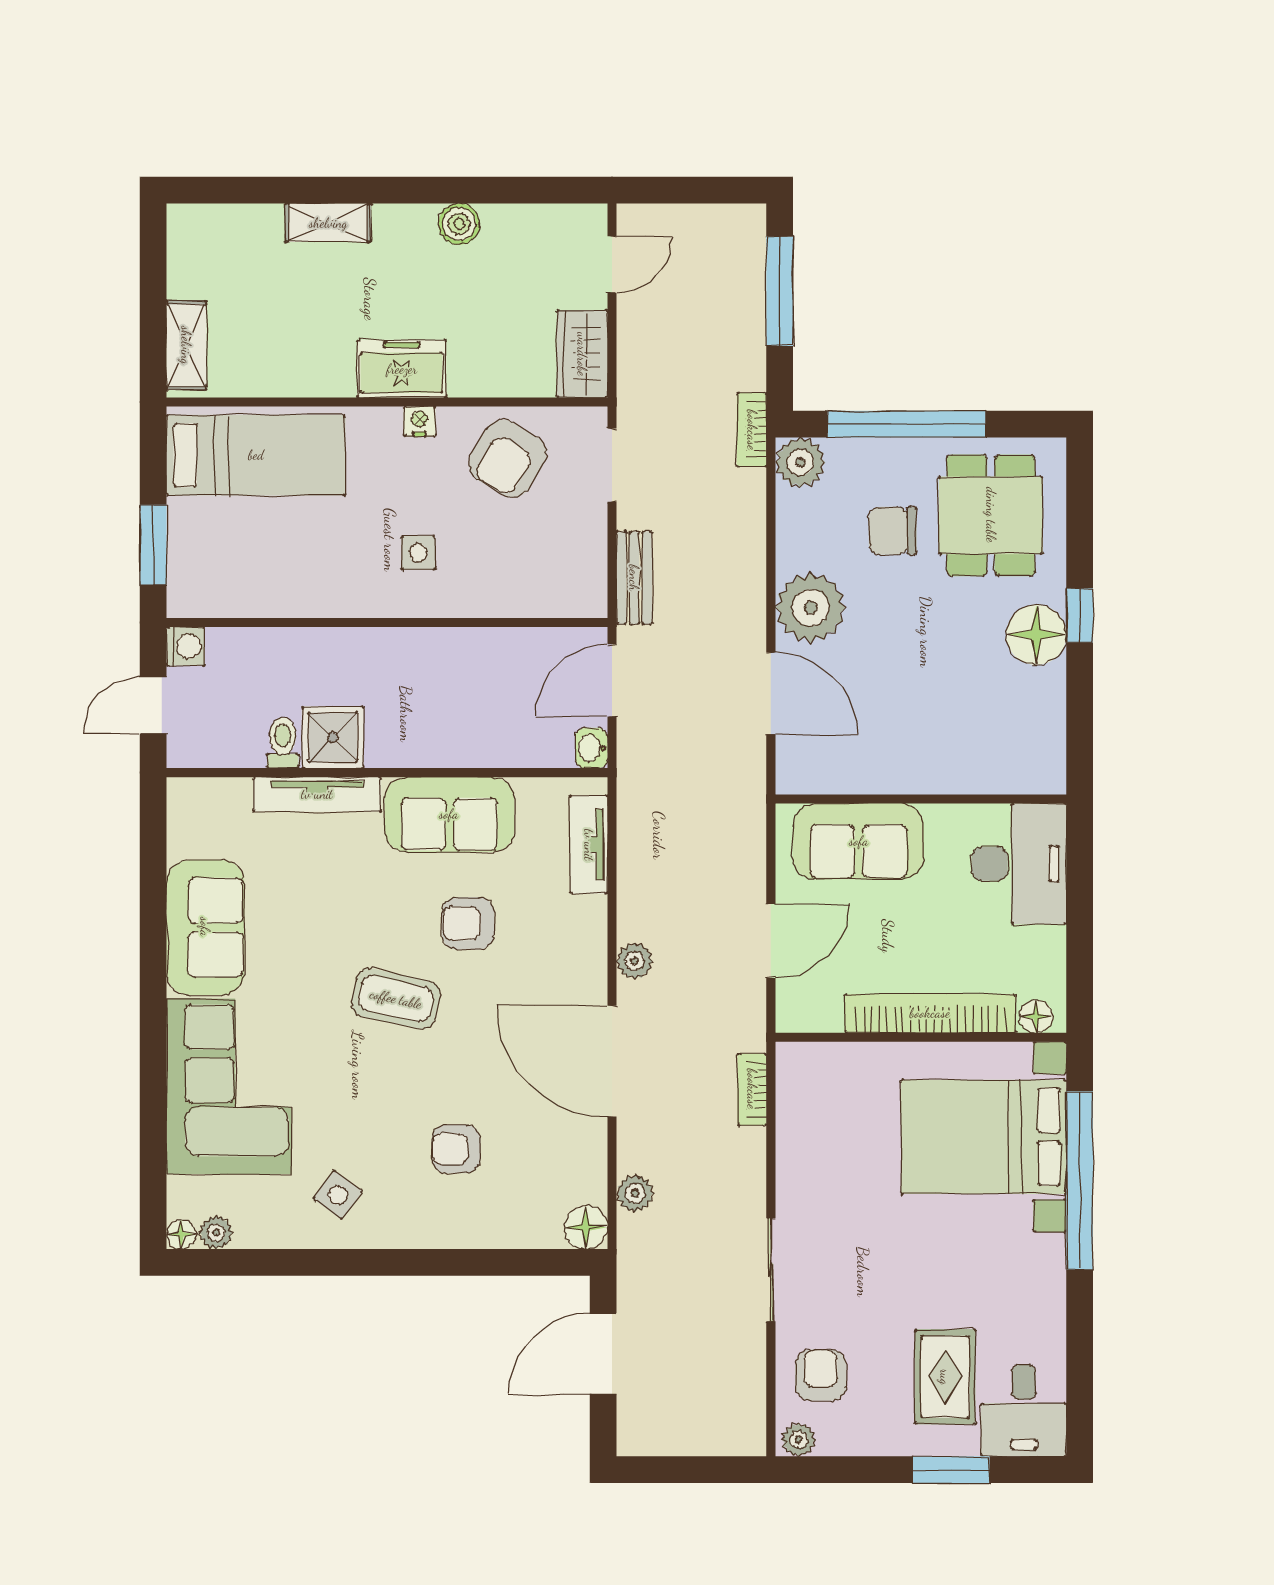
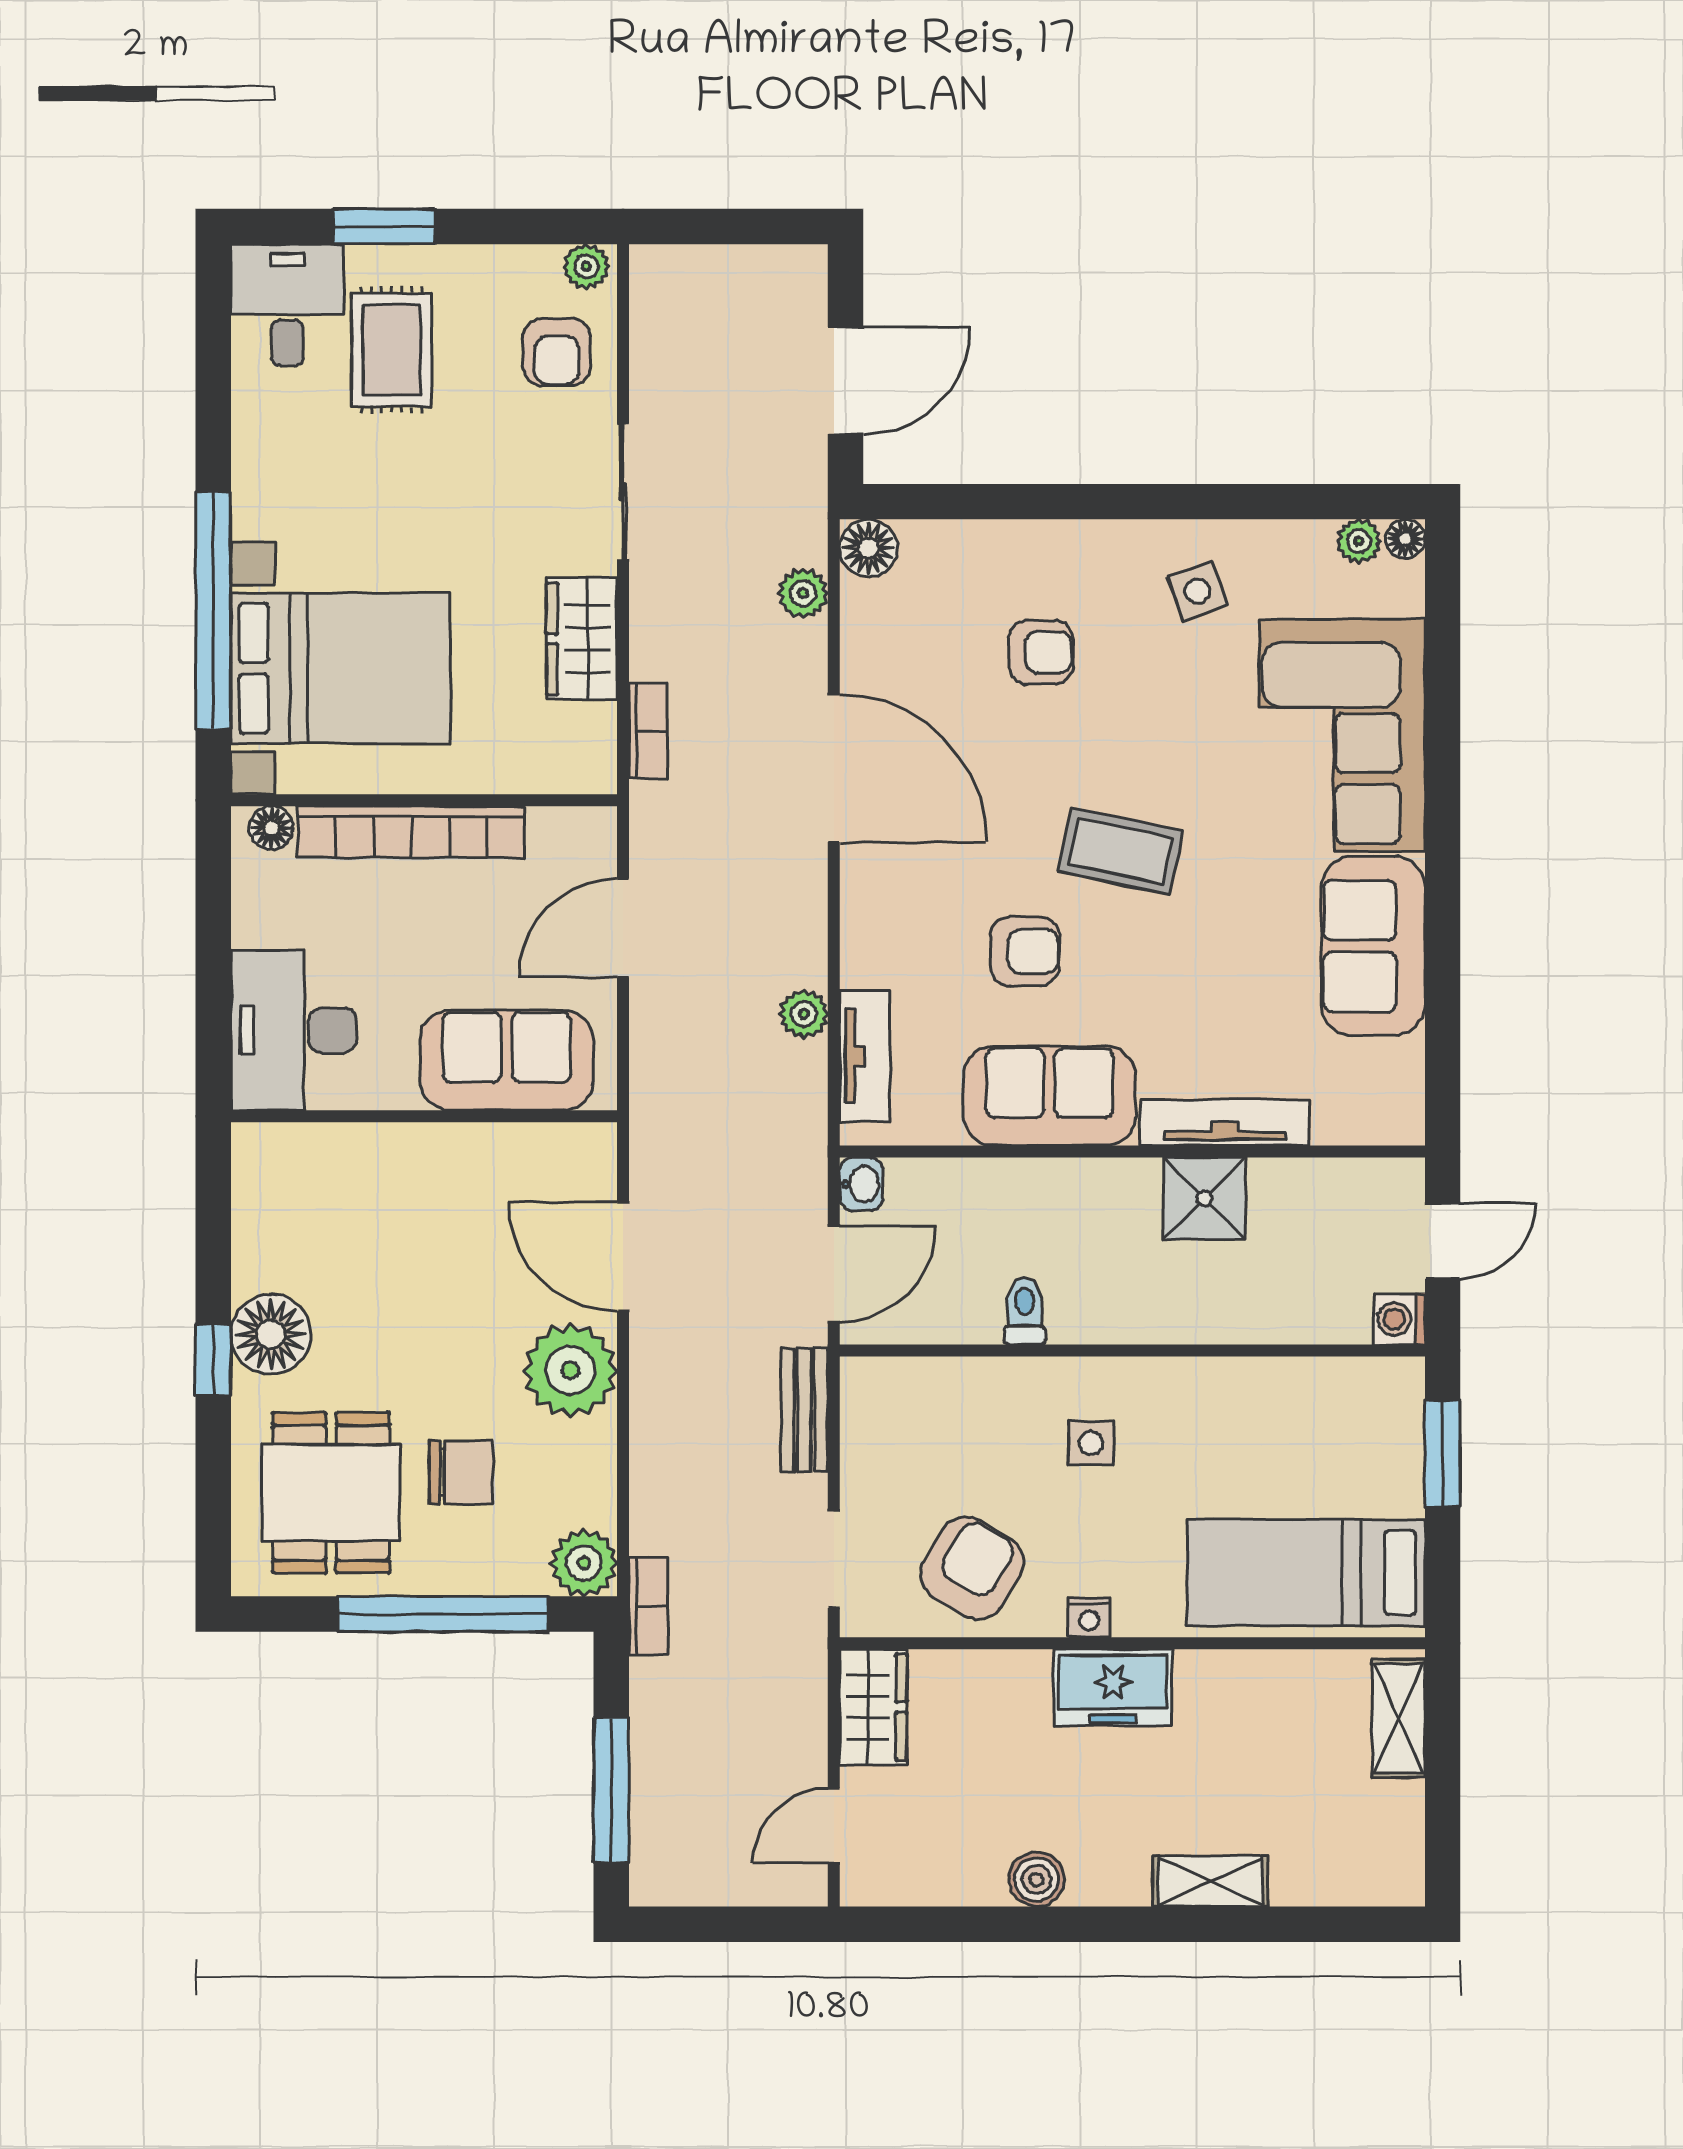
toilet: (283, 743) -> (1025, 1311), moved, turned 180
plant: (635, 961) -> (804, 1014), moved
wardrobe: (802, 1159) -> (582, 639), added
side table: (338, 1195) -> (1197, 591), turned 35

